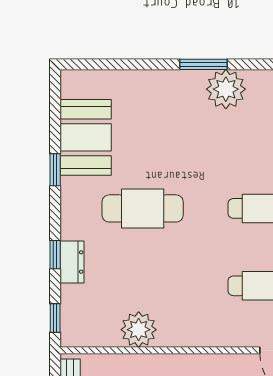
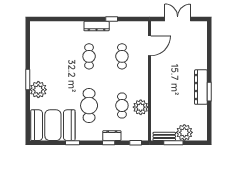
plant: (226, 89) -> (38, 90), moved
booth: (86, 137) -> (53, 125), width x1.36, depth x1.42
cafe table: (143, 286) -> (122, 106), added

